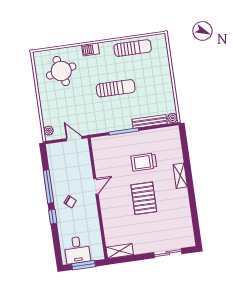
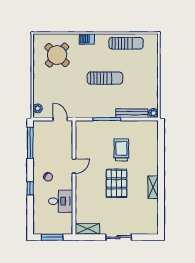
round table: (61, 71) -> (57, 55), turned -33
trolley: (144, 162) -> (121, 150), turned 90
shelving: (180, 176) -> (153, 187), moved
window: (48, 187) -> (30, 143), moved
desk: (77, 250) -> (60, 201), moved, turned -90
sliding door: (168, 253) -> (119, 237), moved

